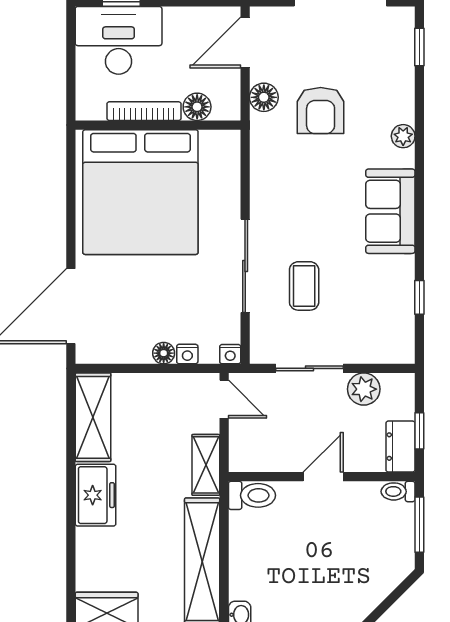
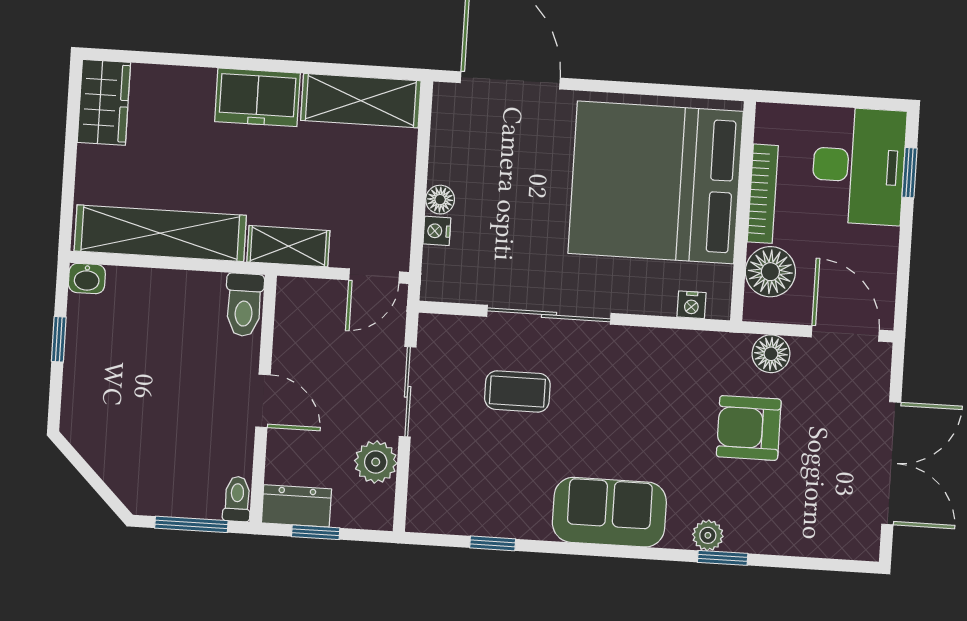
window: (419, 47) -> (723, 558), moved
floor lamp: (197, 107) -> (770, 272), width x1.38, depth x1.38
nightstand: (230, 354) -> (691, 305), moved, turned -90

